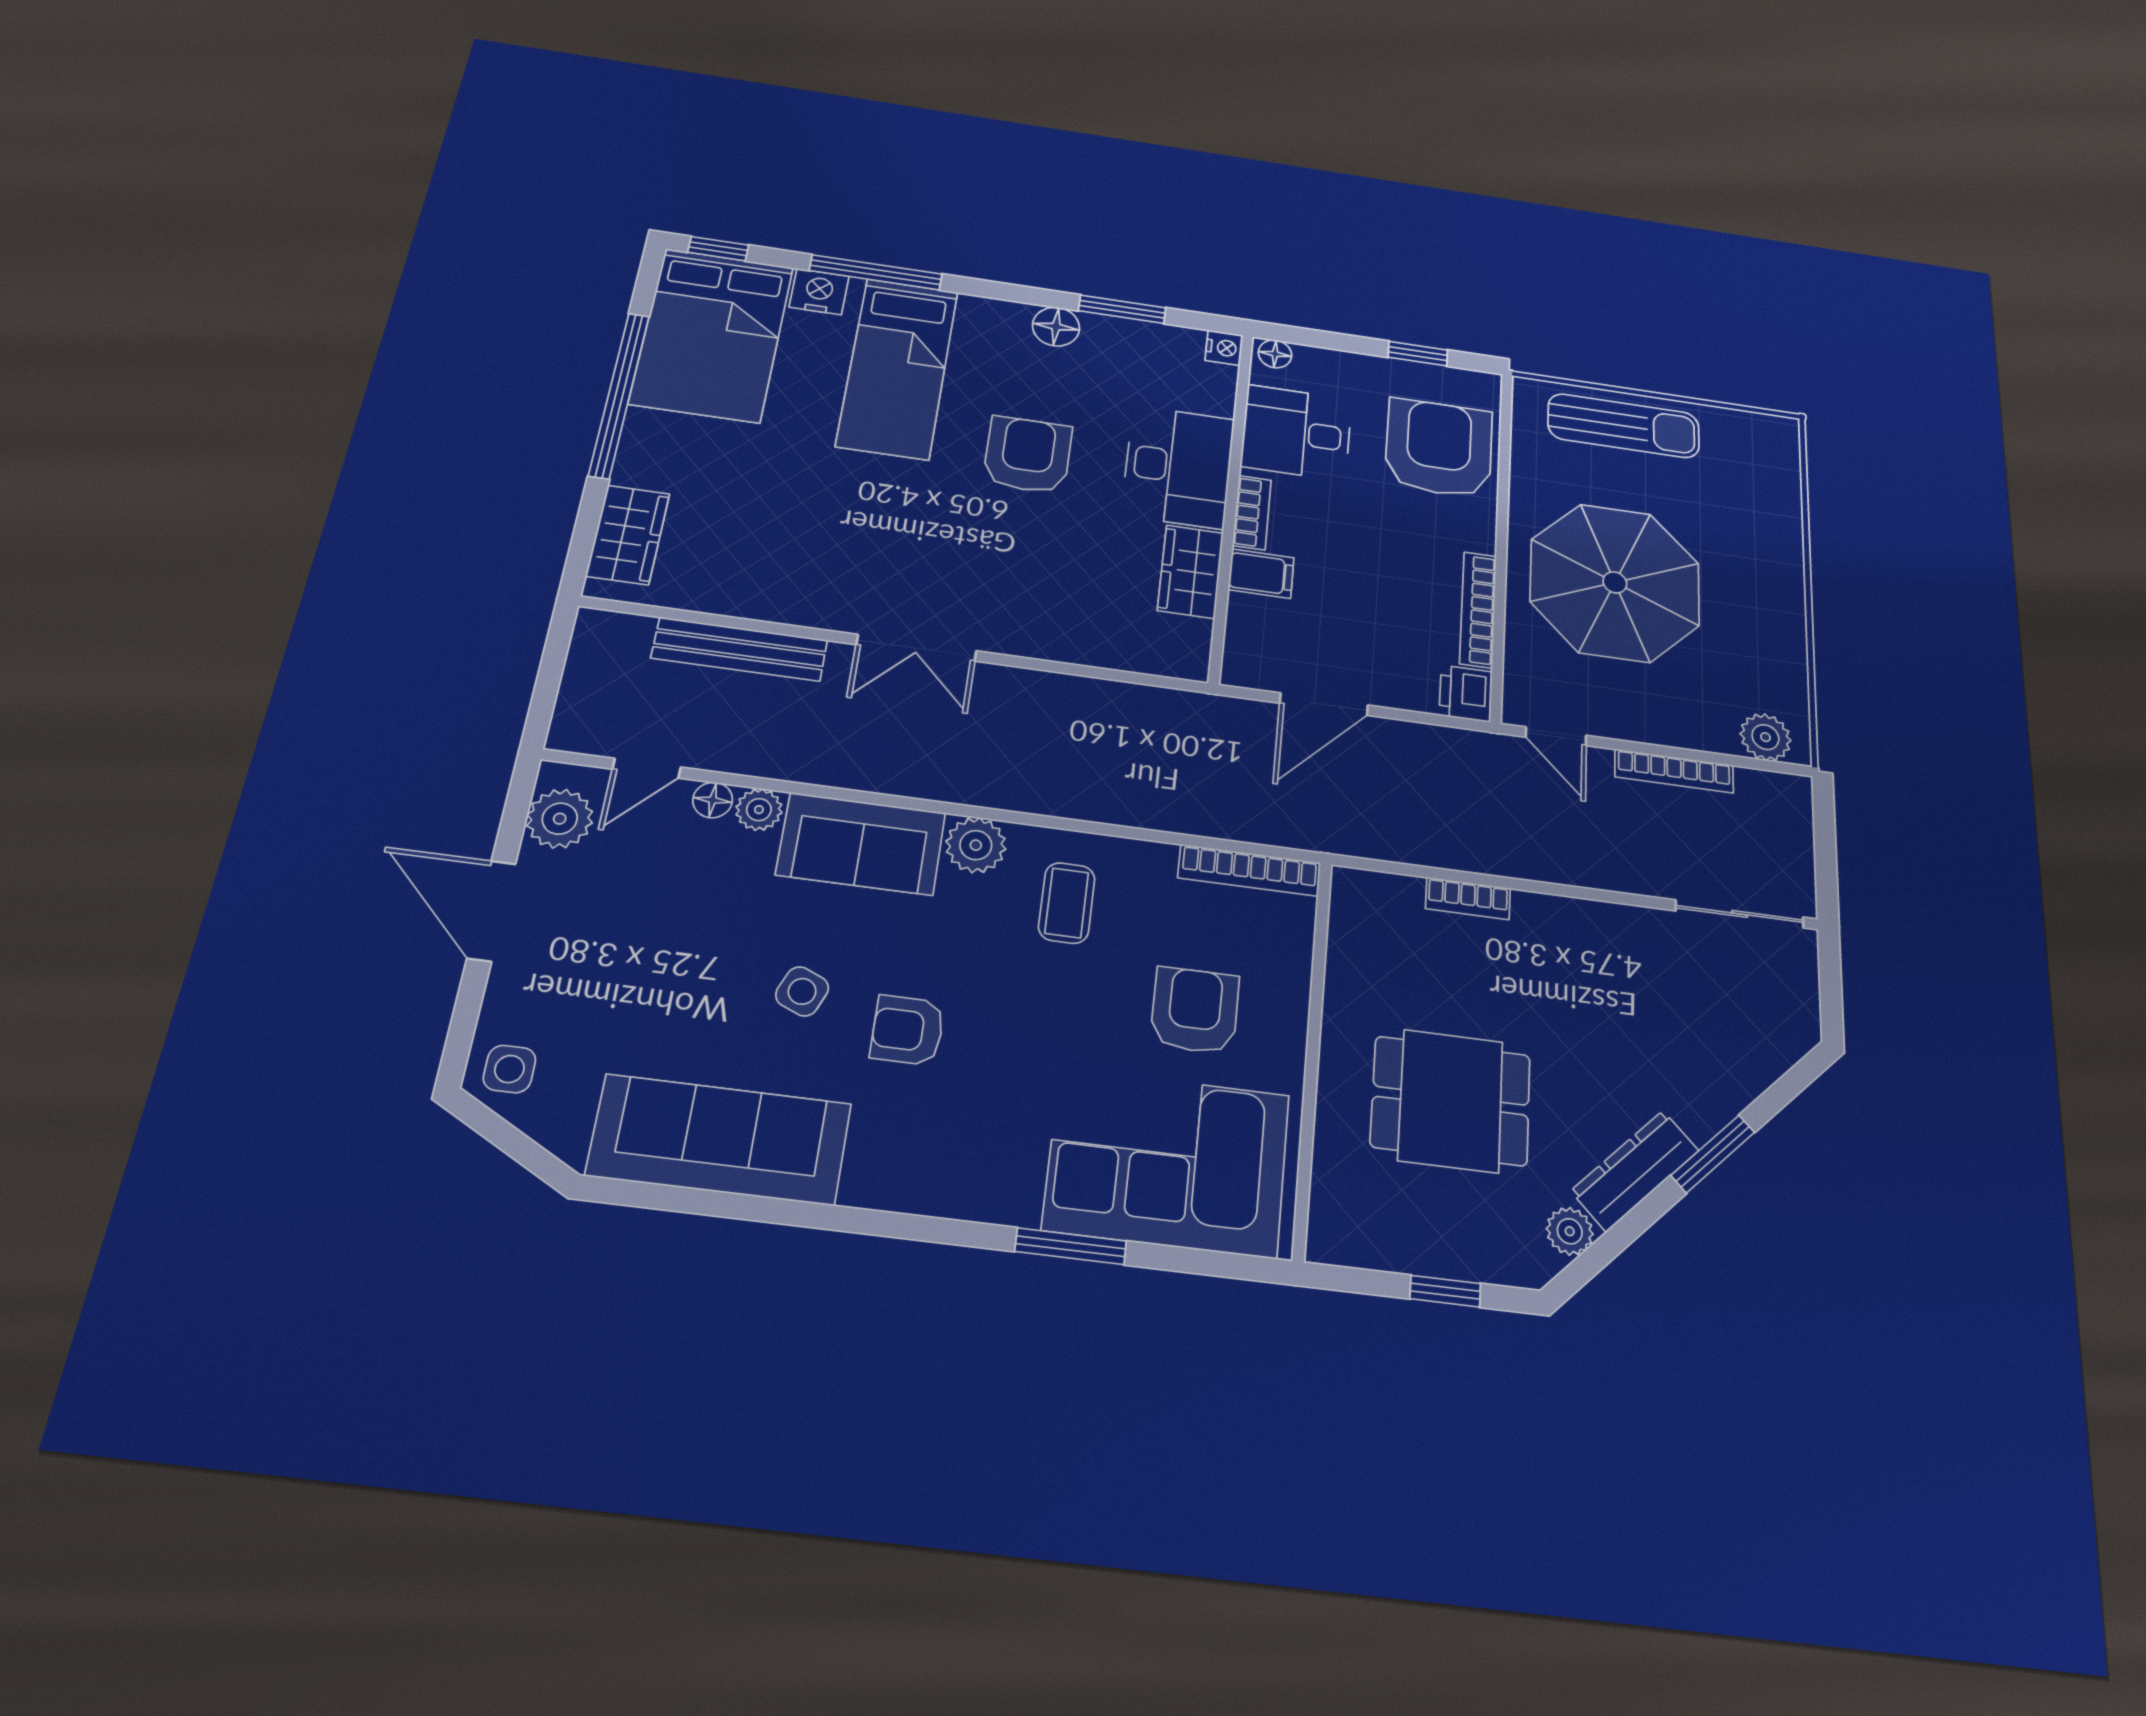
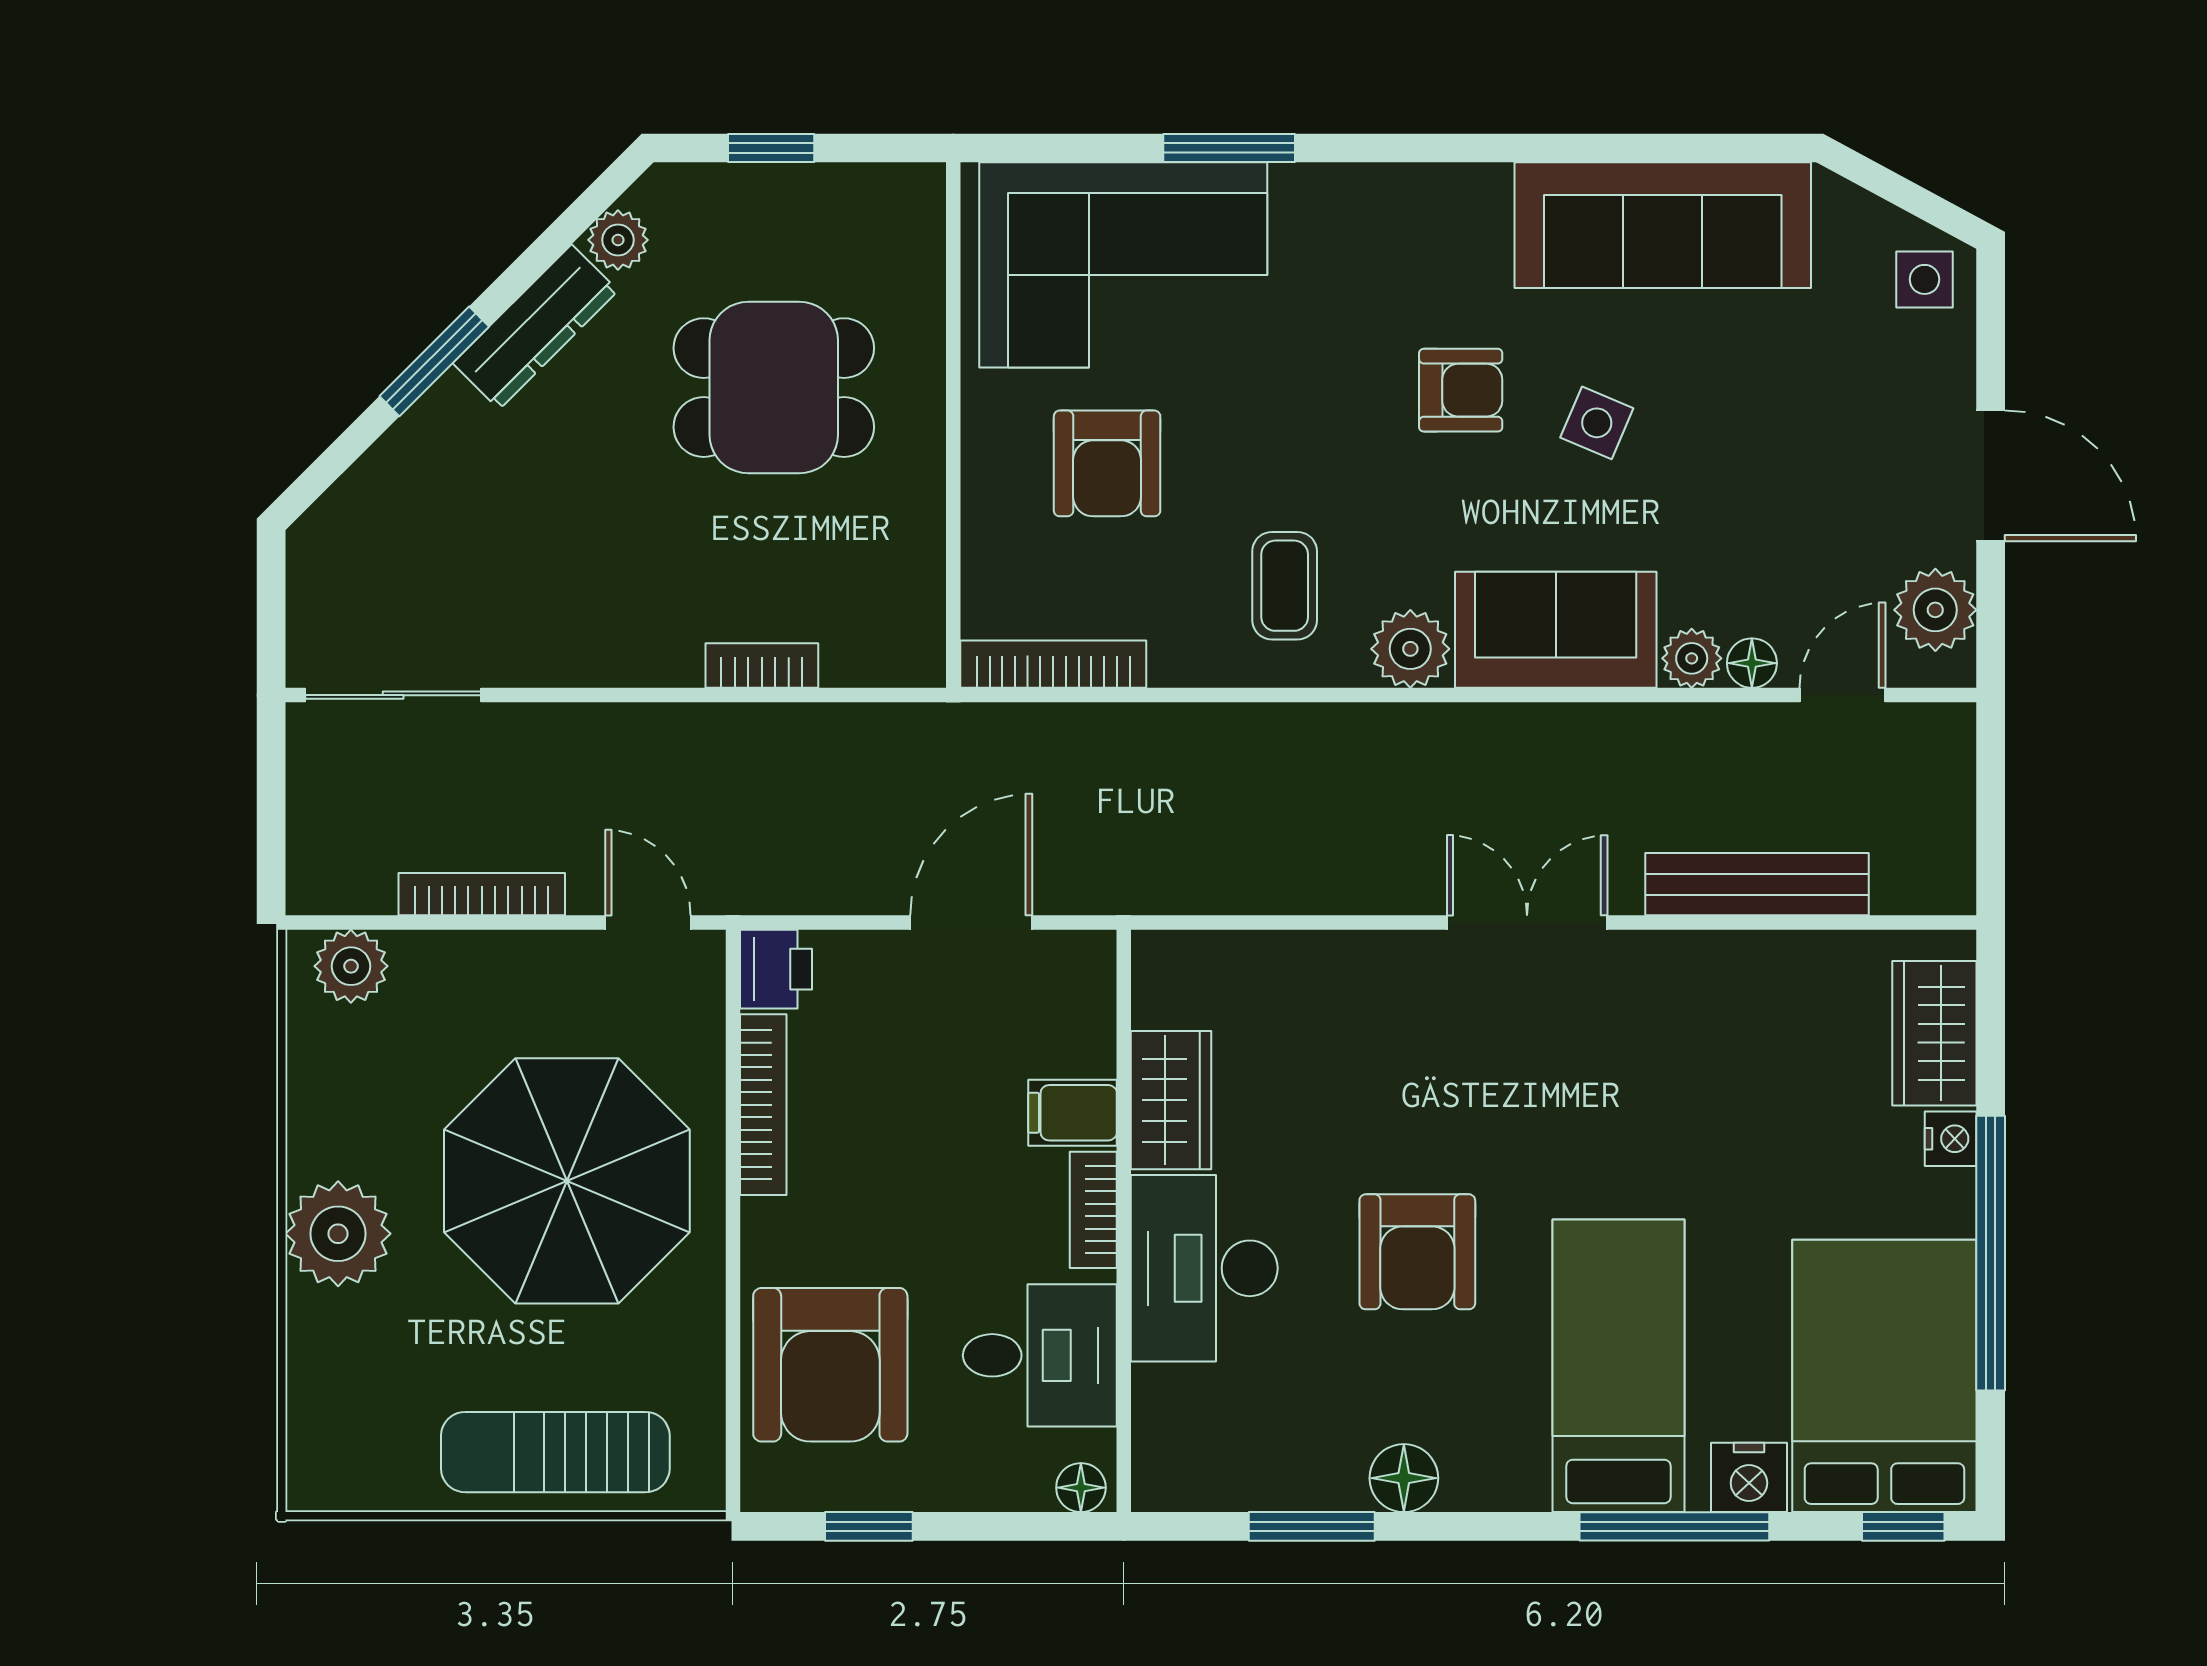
nightstand: (1224, 348) -> (1951, 1139), moved, turned 180
plant: (1770, 573) -> (338, 1234), added

